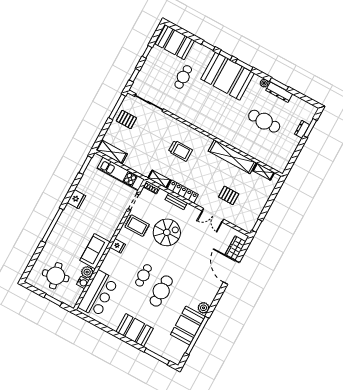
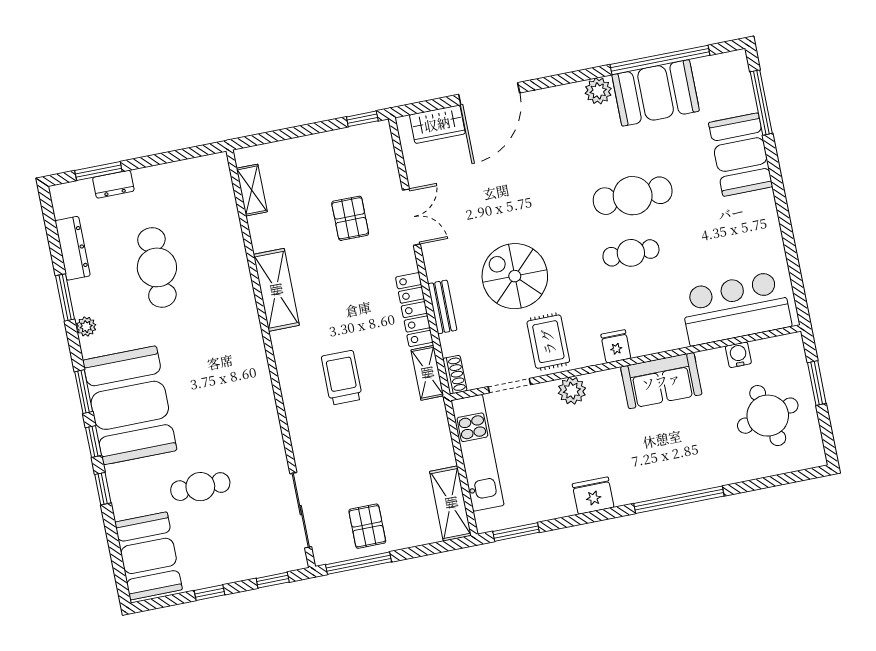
dresser: (279, 92) -> (73, 248), moved
shelving: (232, 157) -> (276, 290), width x0.68
plant: (87, 272) -> (572, 391), moved
booth: (135, 330) -> (741, 155), moved

